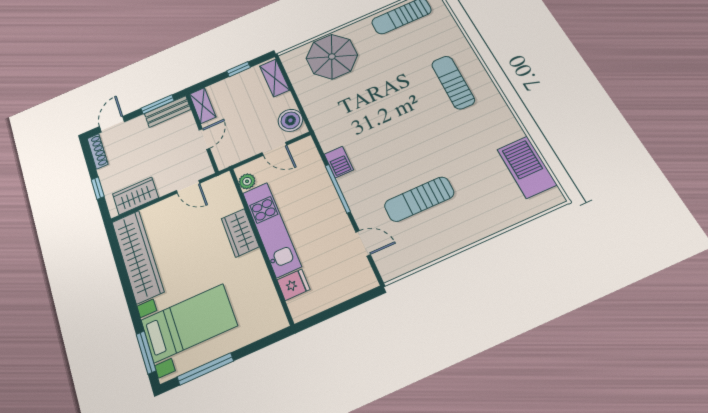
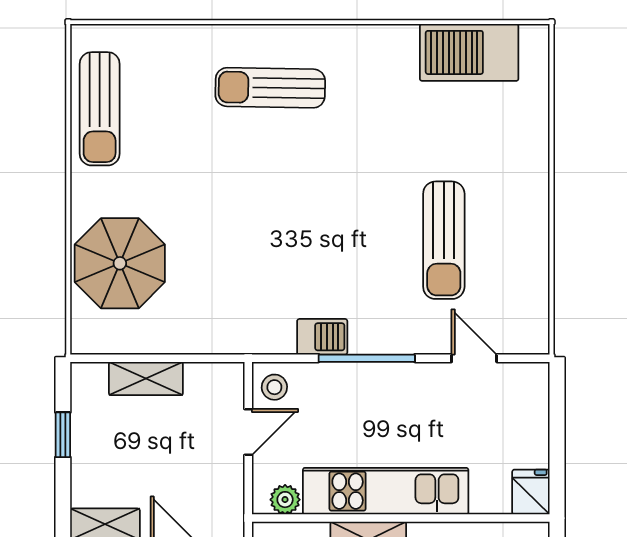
shelving: (275, 78) -> (146, 379), moved
boiler: (290, 120) -> (208, 384), removed
stool: (303, 151) -> (274, 387), added
door: (363, 243) -> (474, 358), hinge flipped
fridge: (293, 285) -> (531, 492), moved

